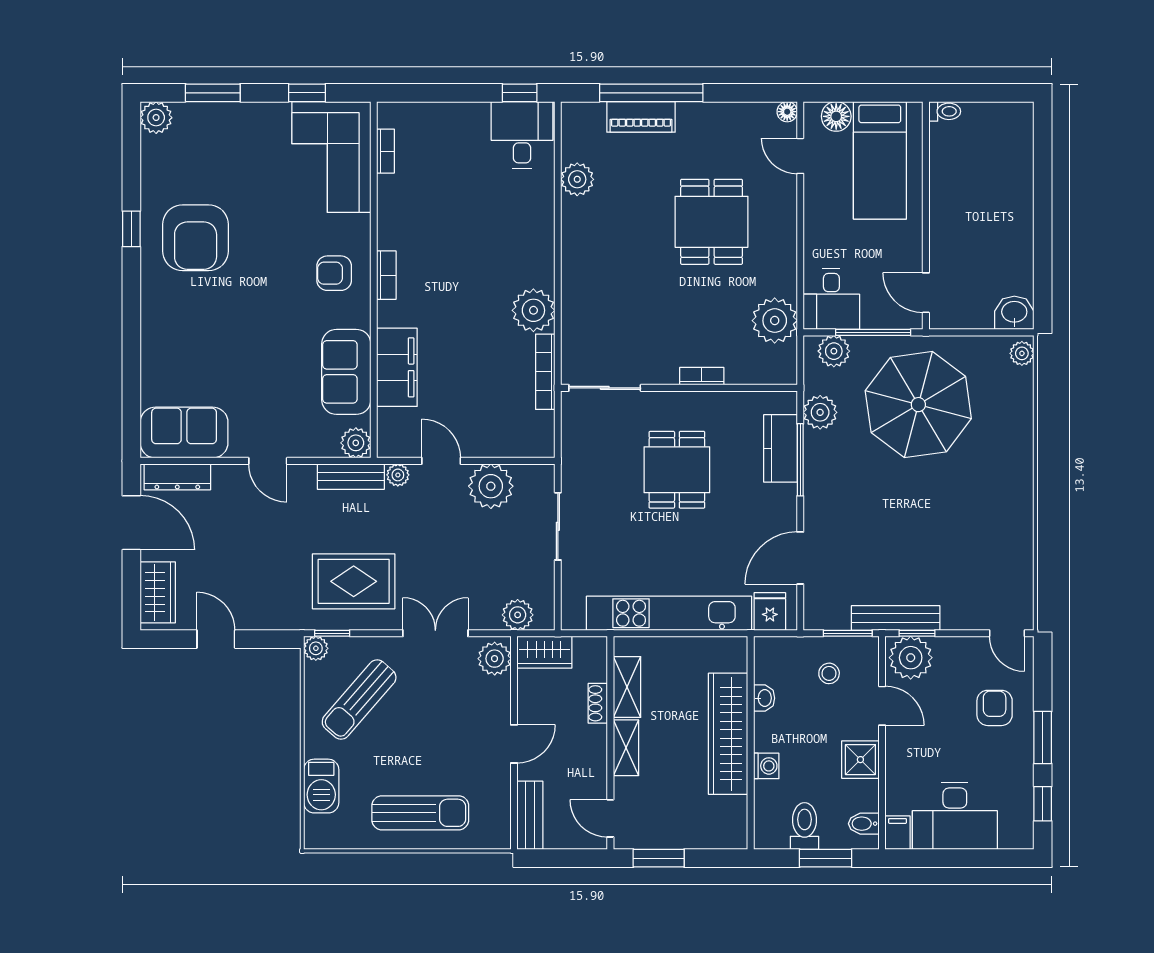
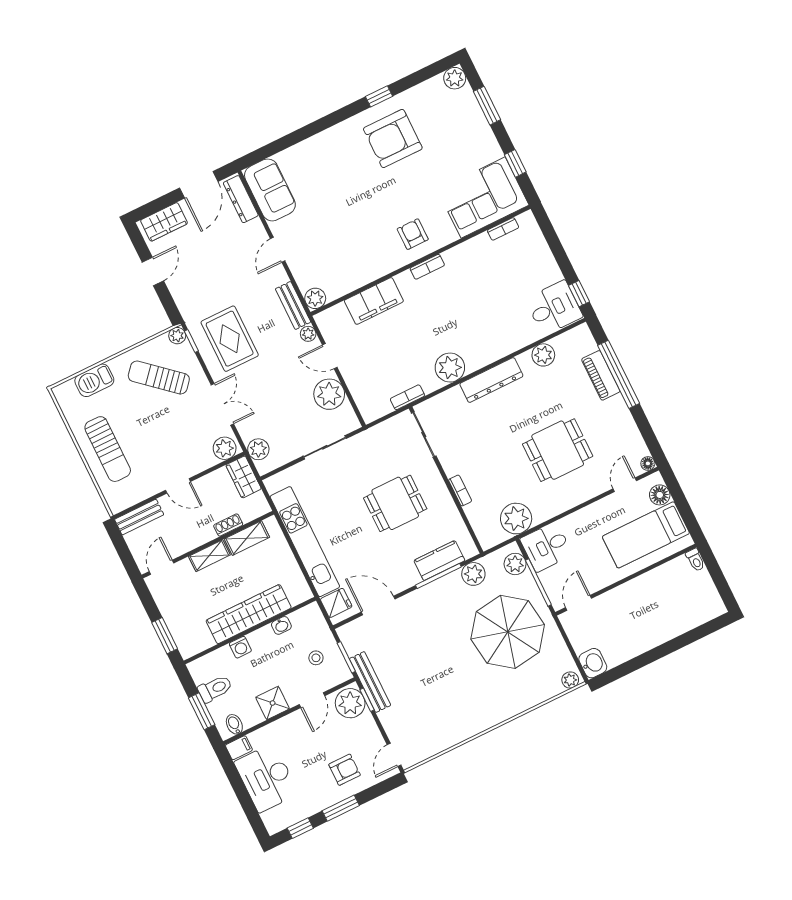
dresser: (577, 264) -> (491, 380), added
sofa: (346, 372) -> (356, 271), removed
bookcase: (545, 372) -> (407, 397), width x0.64
door: (441, 461) -> (330, 356), swing flipped
window: (659, 858) -> (165, 636), moved

